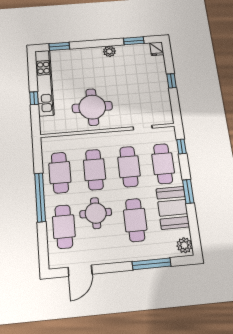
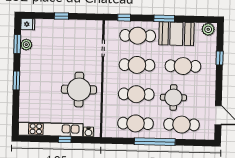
window: (59, 46) -> (16, 80), moved
plant: (109, 51) -> (26, 45), moved
water cooler: (45, 122) -> (88, 132), added
window: (151, 264) -> (220, 58), width x0.46

